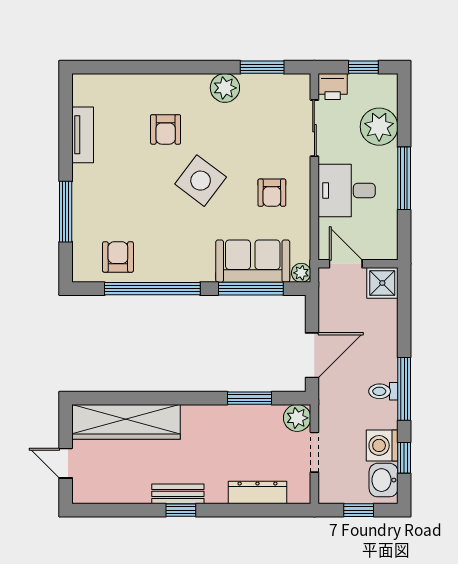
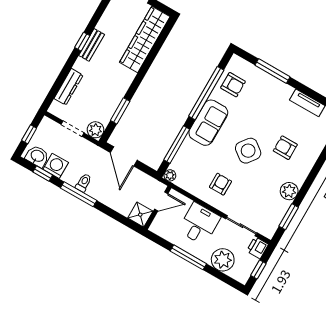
armchair: (272, 193) -> (220, 184), turned 90
sofa: (253, 261) -> (208, 123), moved

